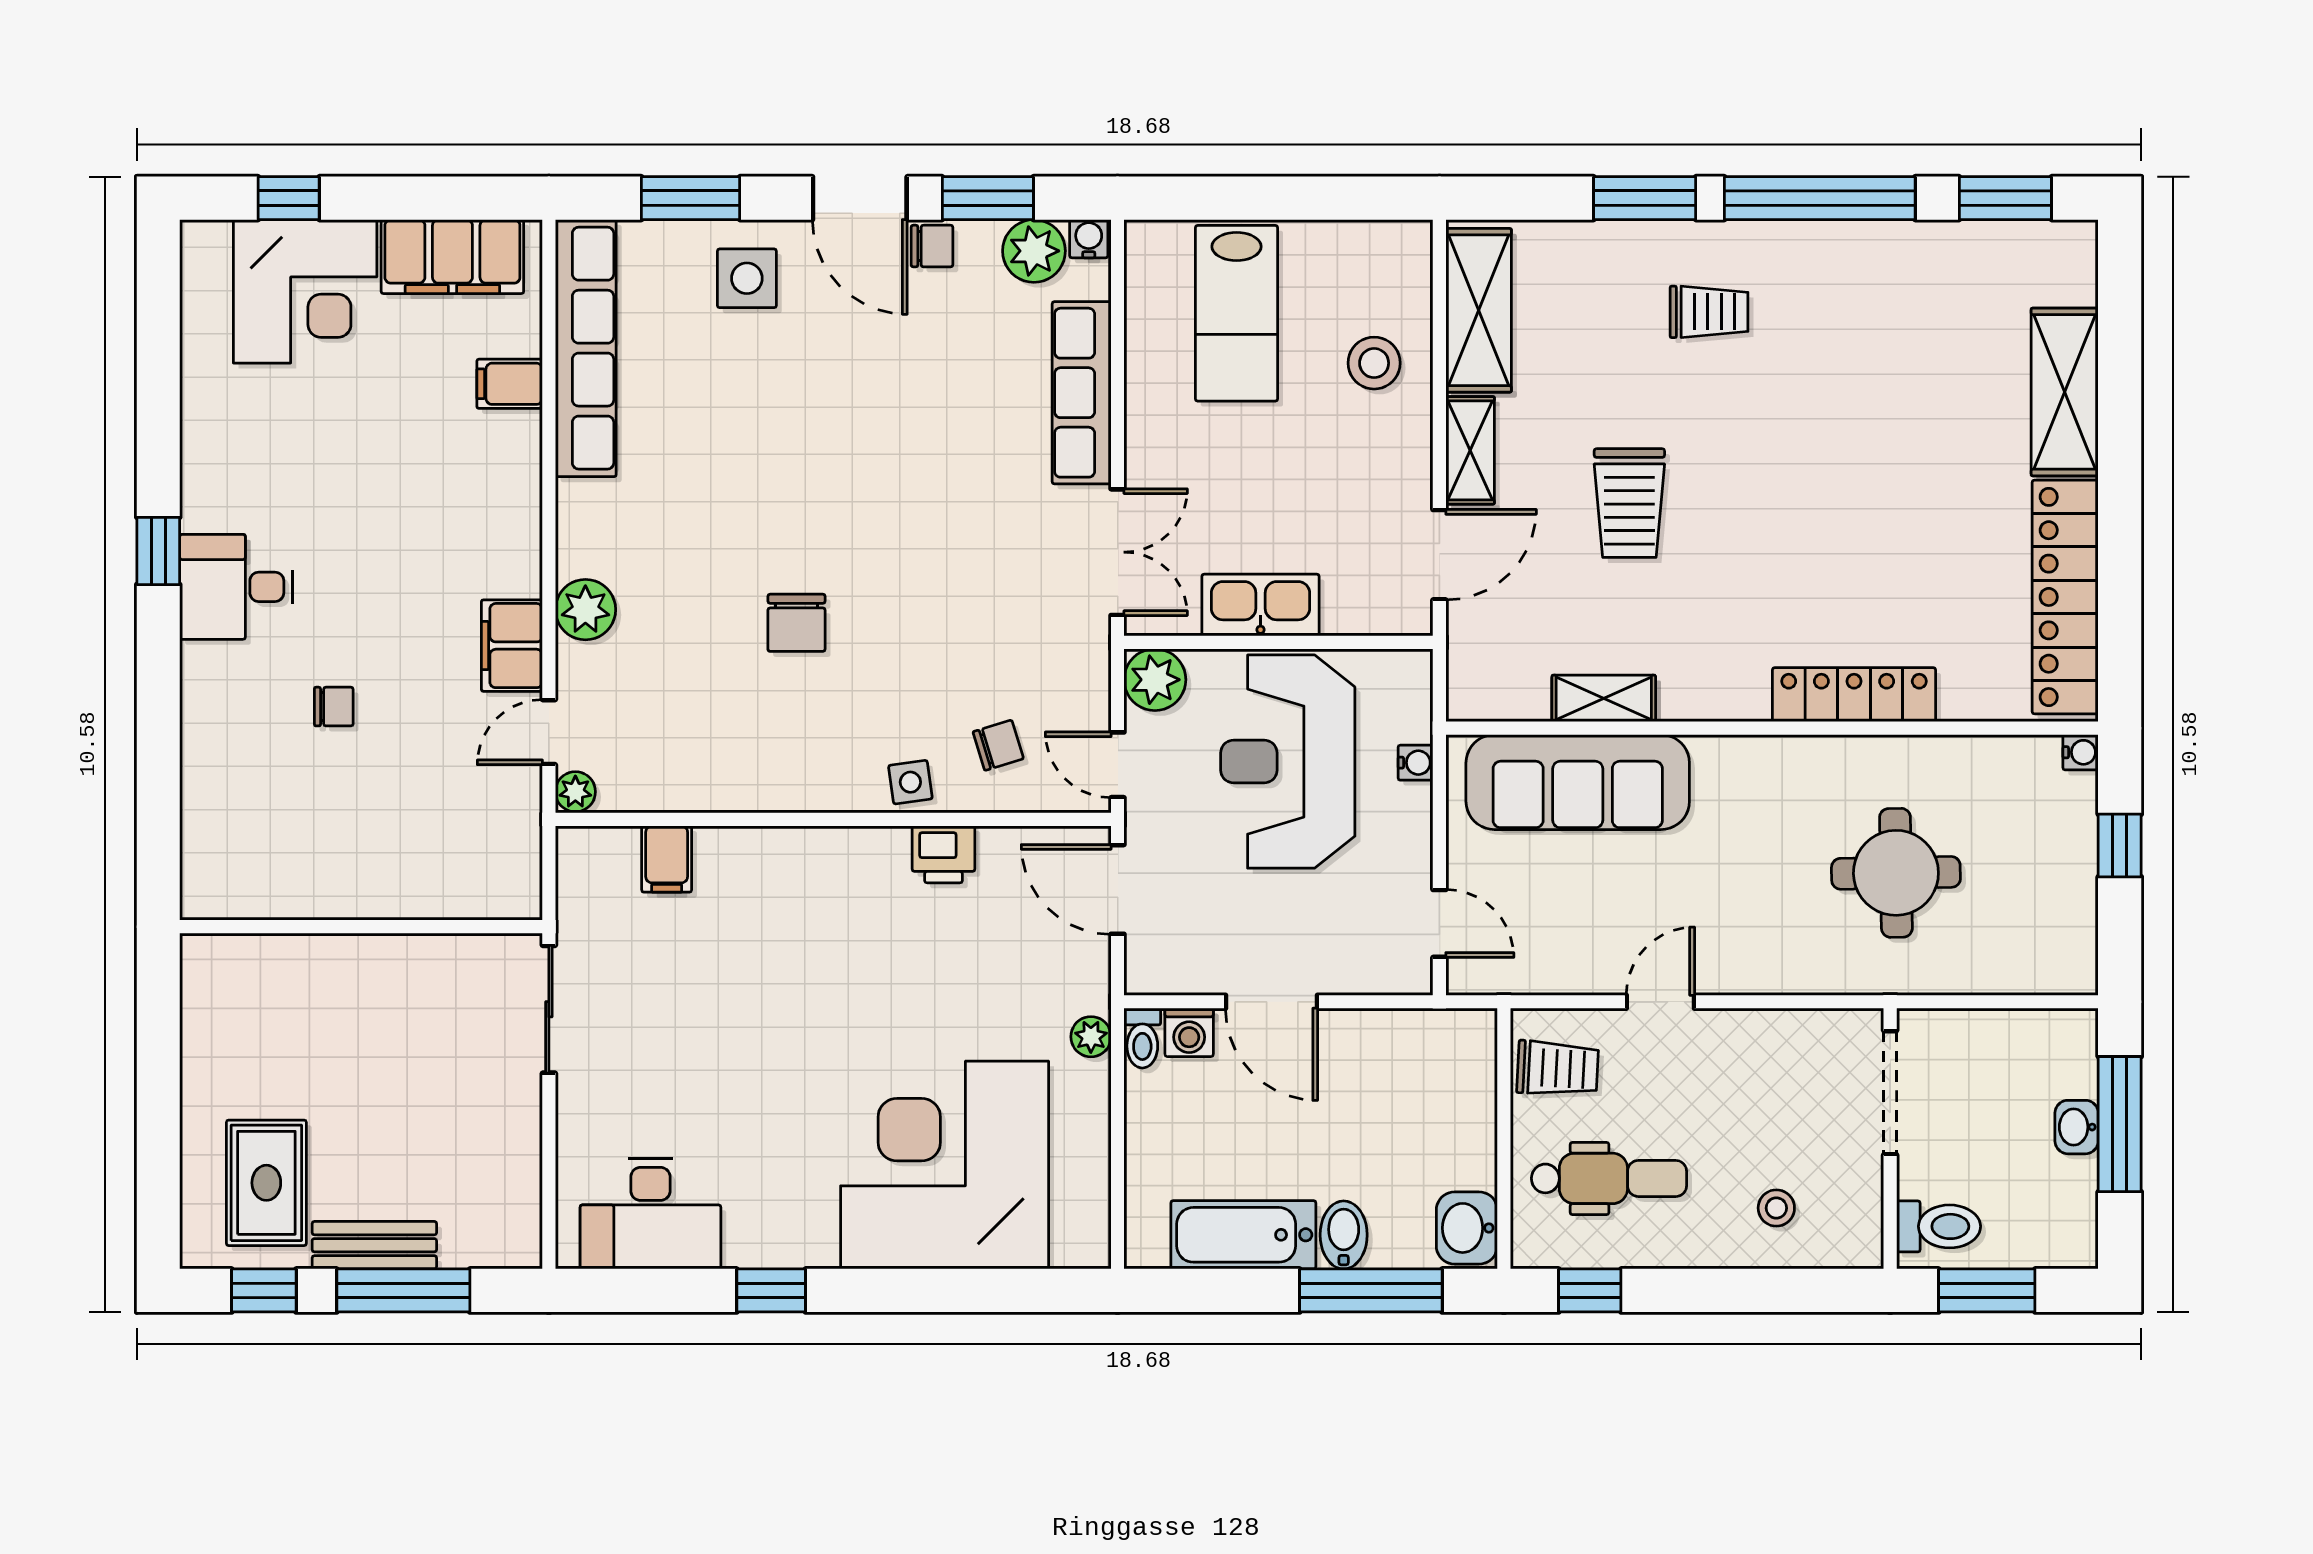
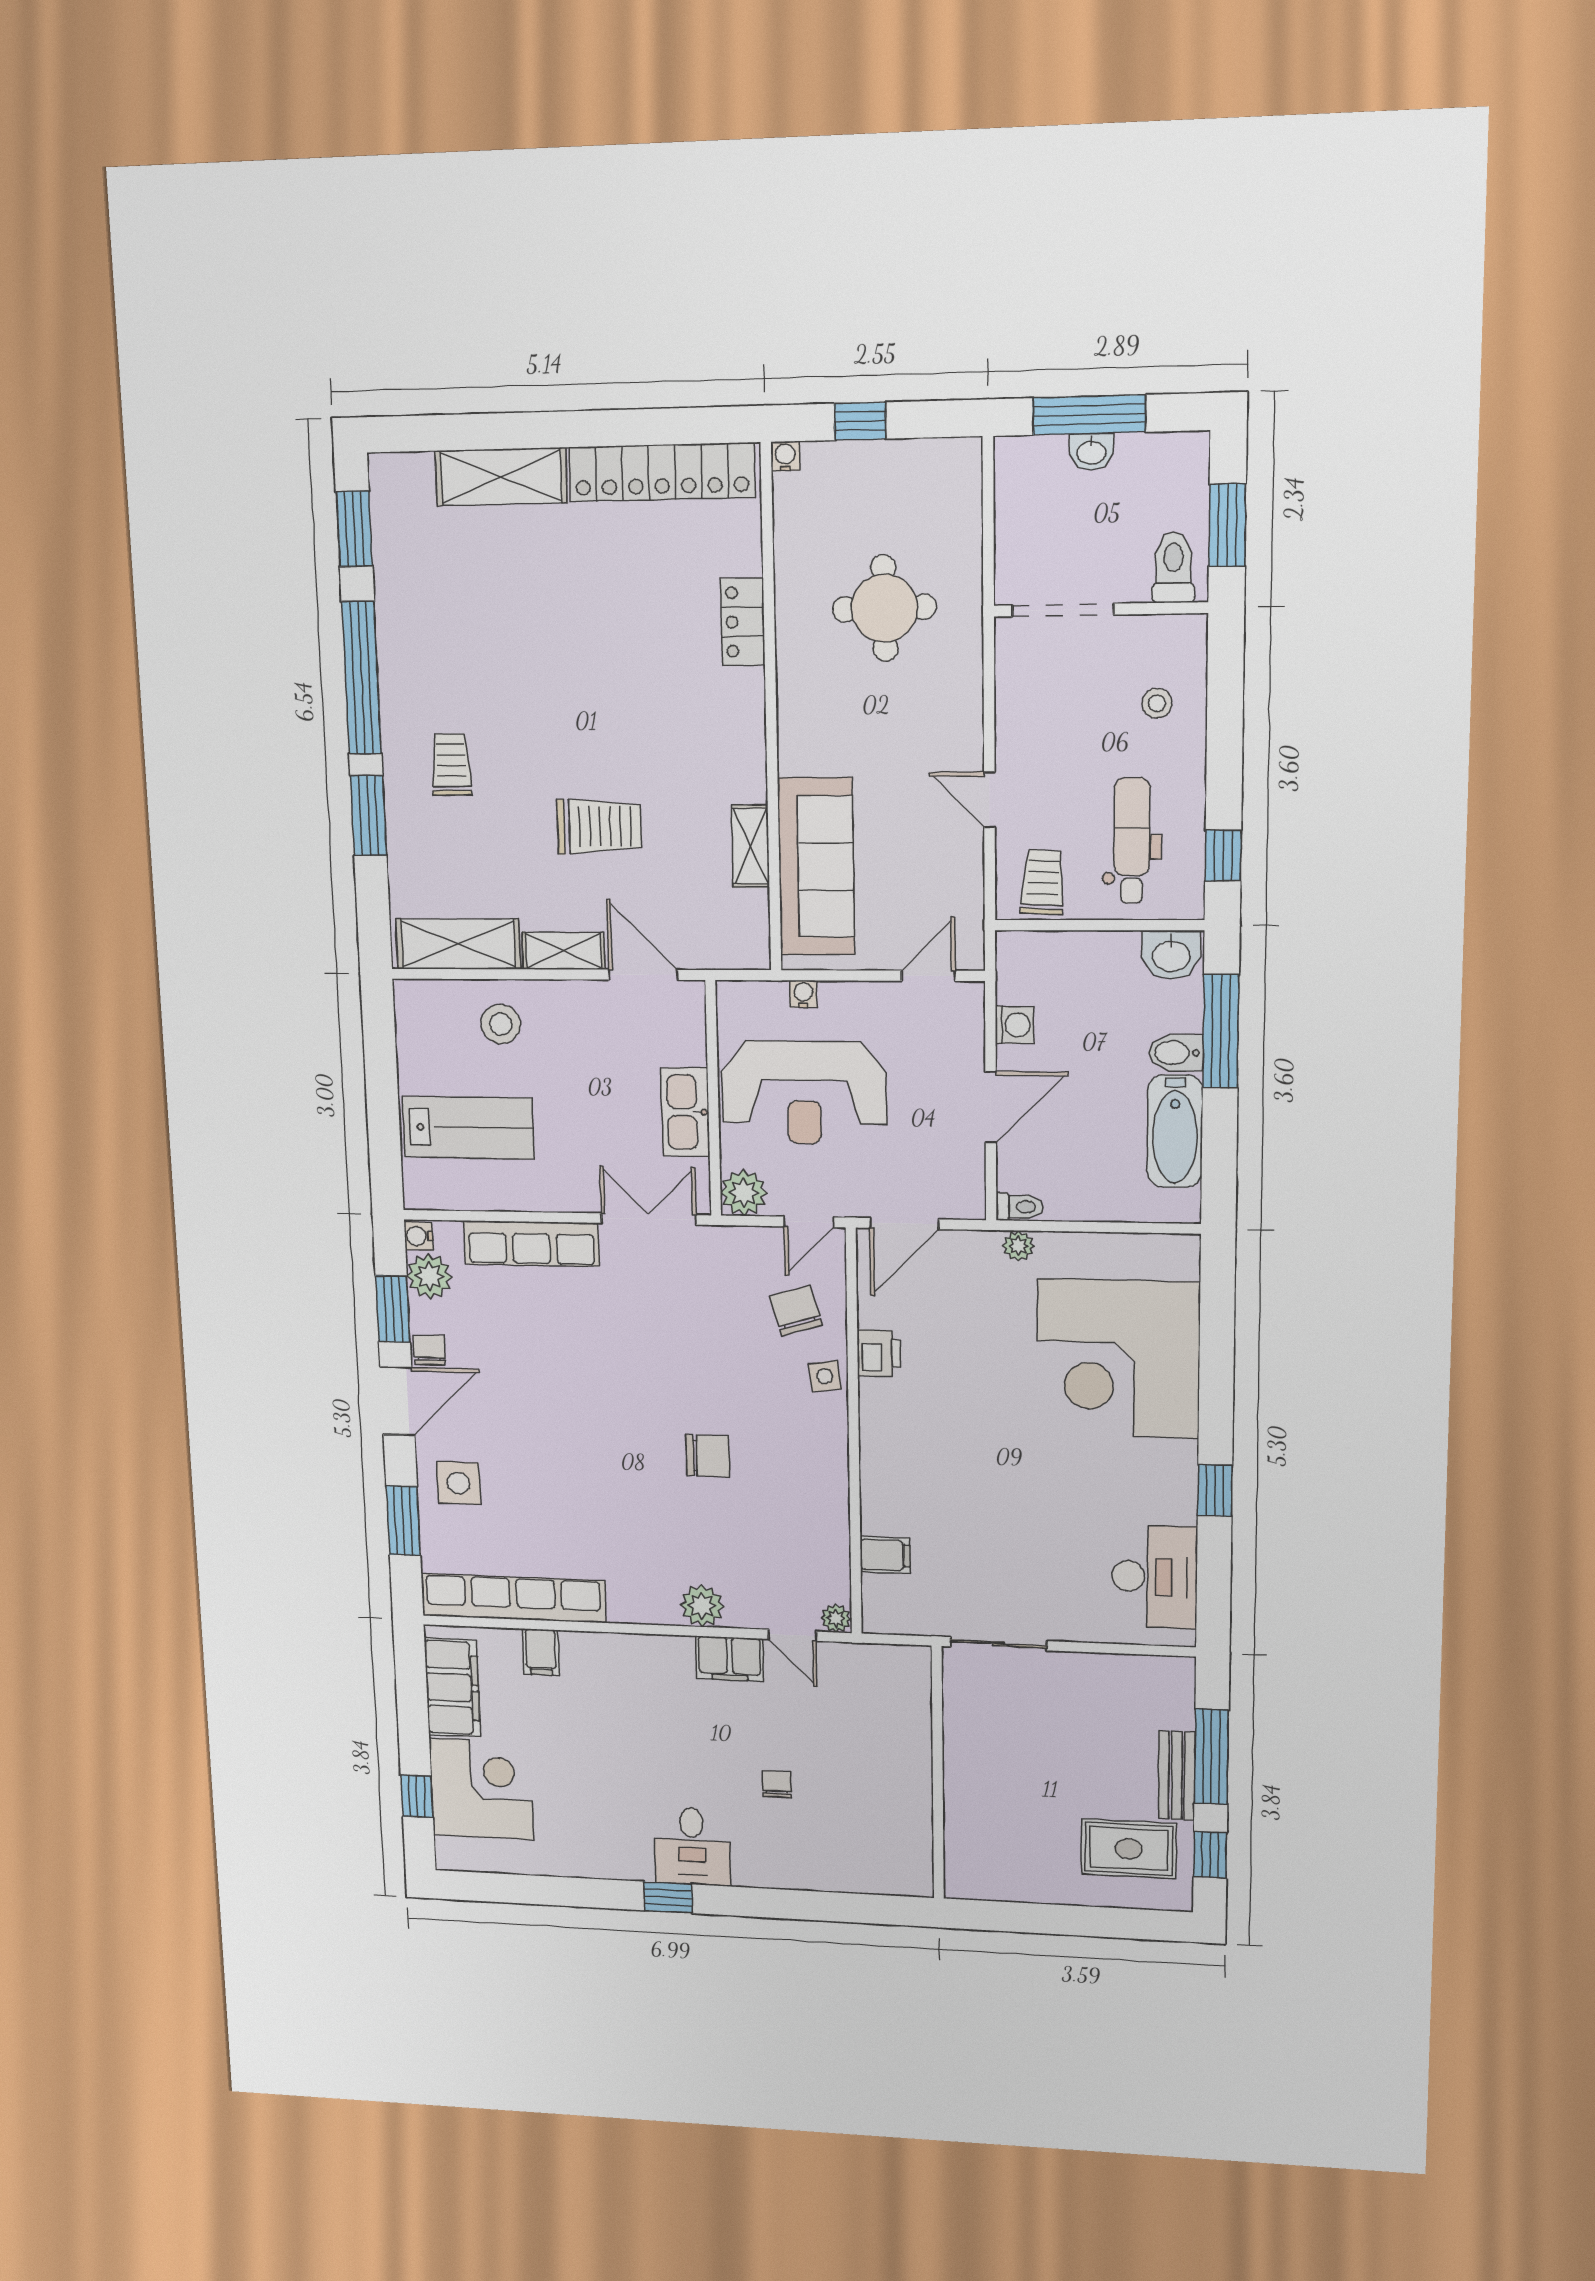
locker: (1854, 695) -> (743, 622), width x0.66
chair: (998, 745) -> (796, 1311), width x1.37, depth x1.37
washing machine: (1189, 1032) -> (1014, 1025), moved

